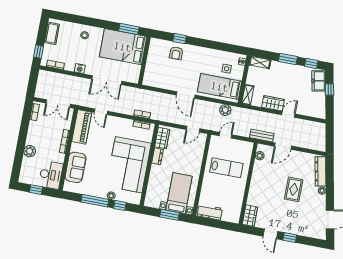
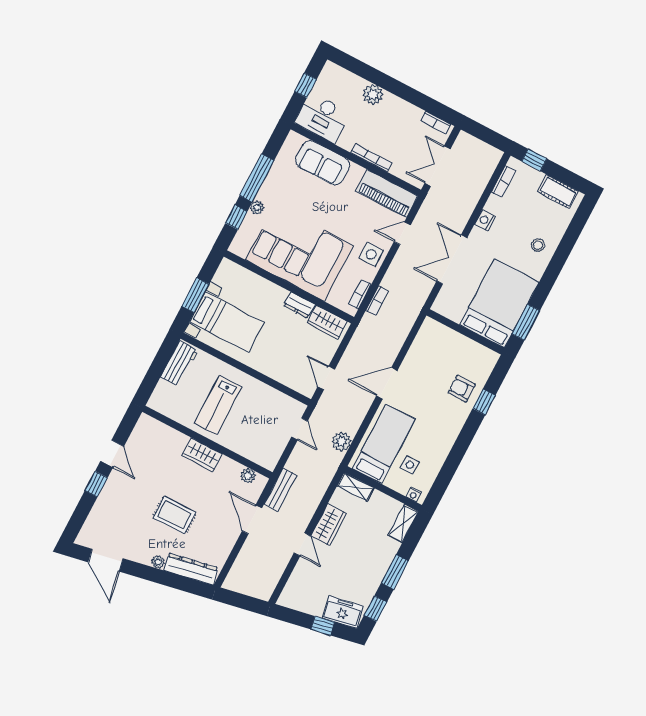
side table: (118, 125) -> (371, 254), added
lab bench: (226, 168) -> (218, 405), moved
wardrobe: (250, 216) -> (202, 455), moved
door: (270, 234) -> (112, 454), swing flipped

